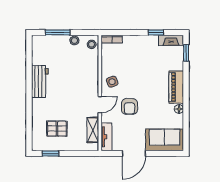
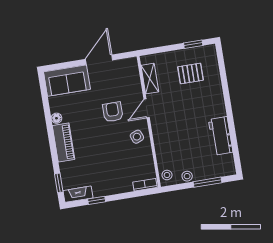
workbench: (40, 82) -> (221, 136), moved
tv unit: (106, 137) -> (133, 73), removed

